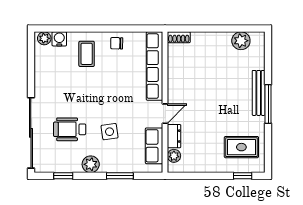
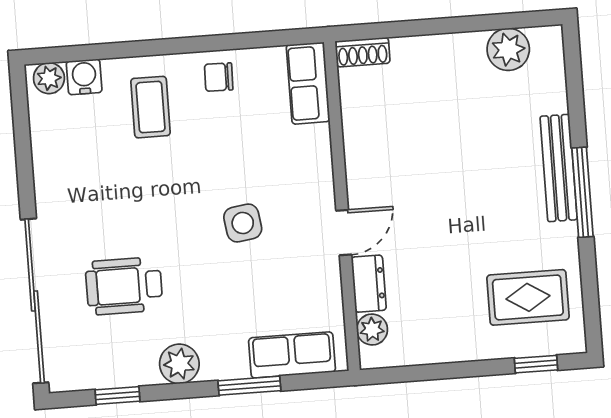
row of seats: (155, 66) -> (308, 83), width x0.50
side table: (110, 132) -> (243, 223), moved
row of seats: (154, 146) -> (292, 355), moved, turned 90

